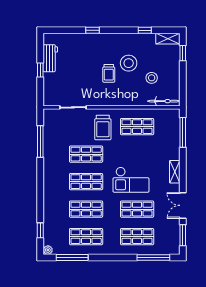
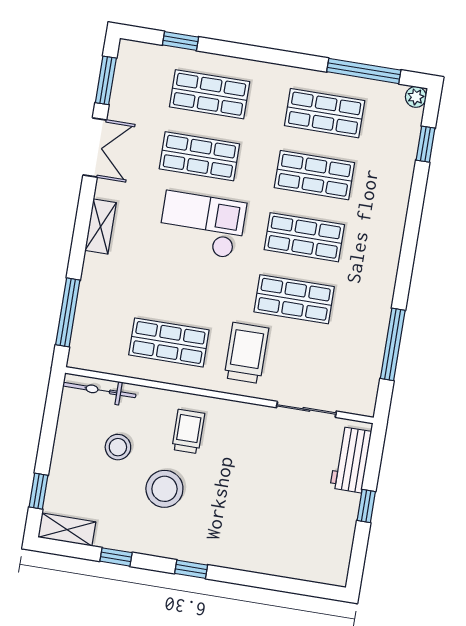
window: (93, 30) -> (191, 569), moved
workbench: (50, 58) -> (351, 460), moved
trolley: (109, 73) -> (188, 431), moved
window: (153, 258) -> (180, 41), width x0.46

